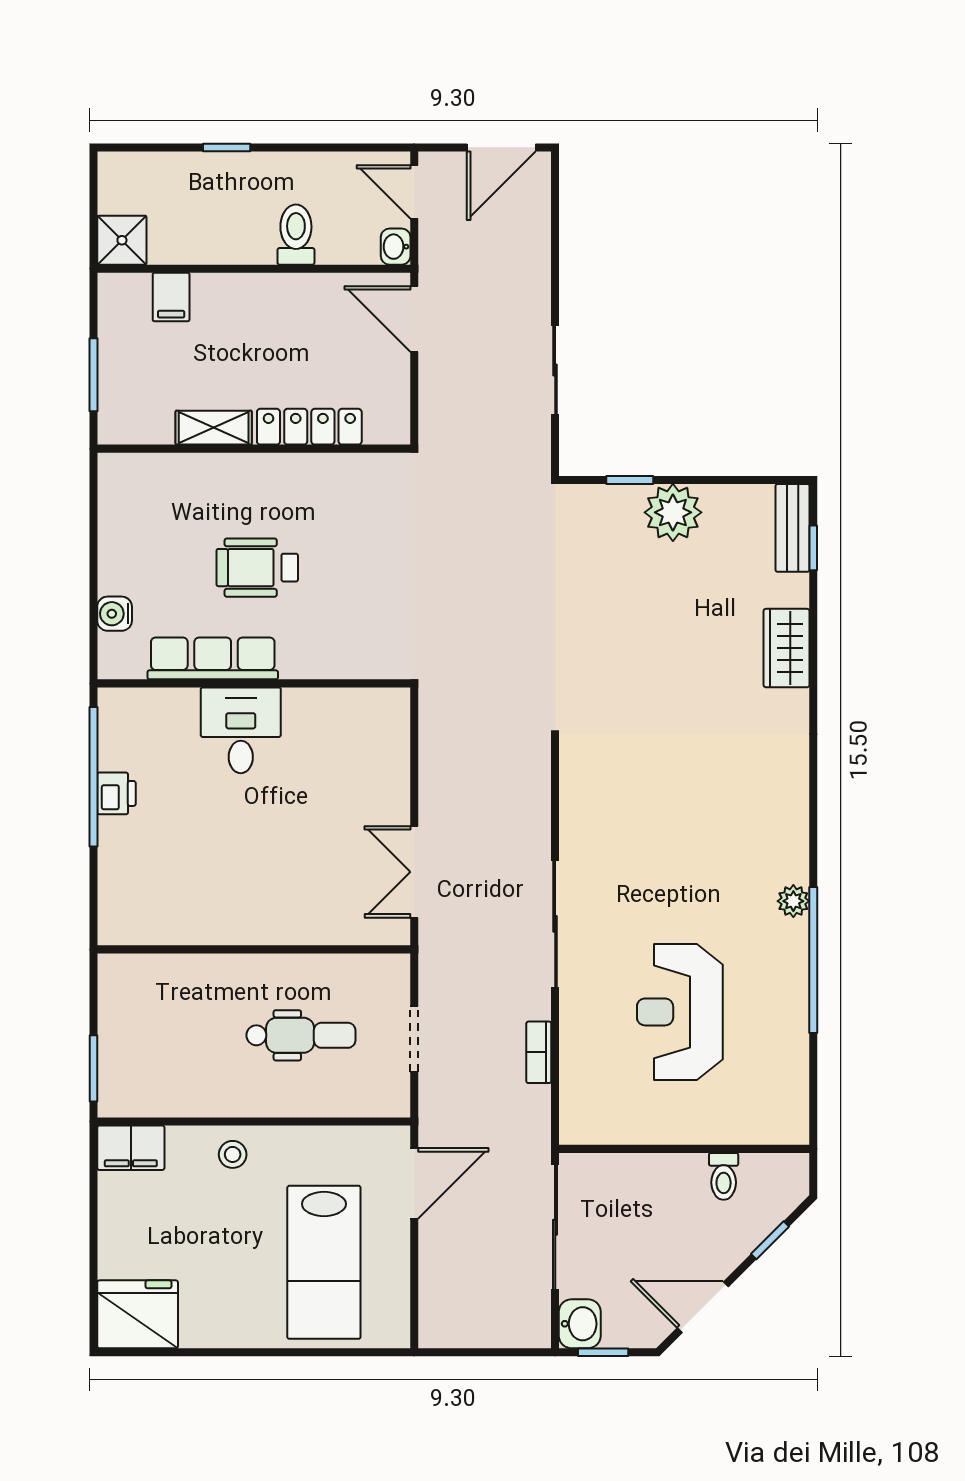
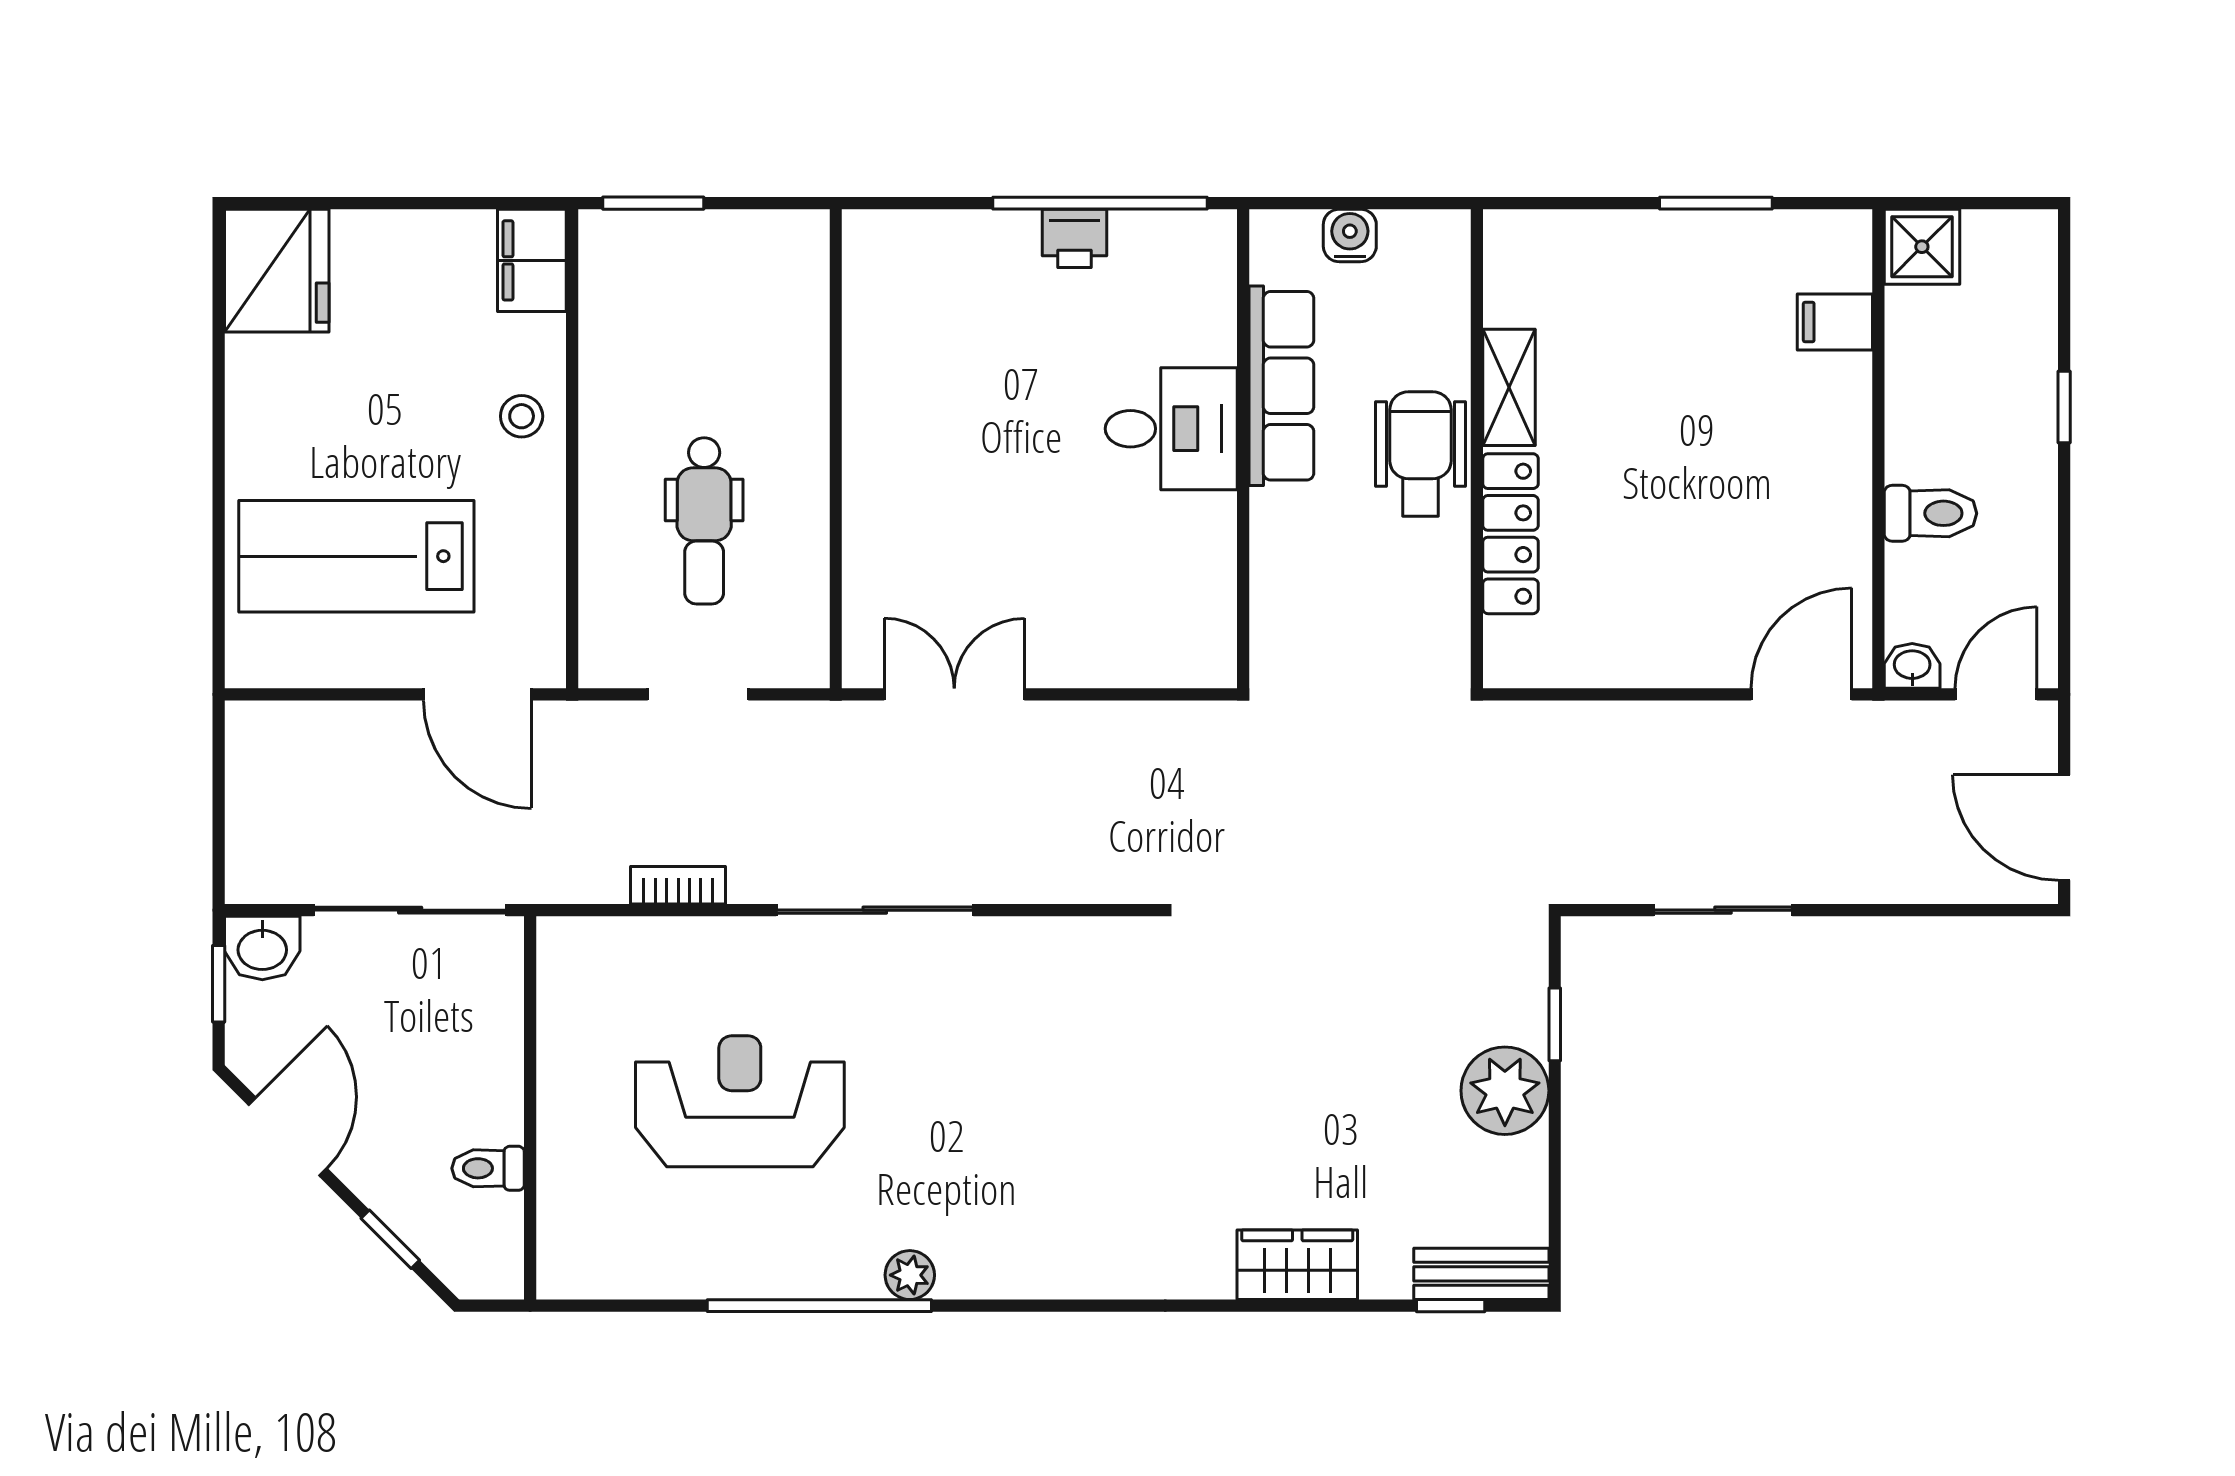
locker: (309, 427) -> (1510, 534), moved
shelving: (214, 428) -> (1509, 387), moved
wall: (254, 449) -> (1477, 449), moved

